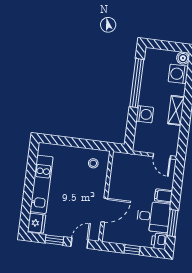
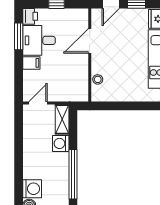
shelving: (176, 110) -> (62, 119), moved
door: (162, 156) -> (38, 103), hinge flipped
stool: (93, 163) -> (98, 79), moved

